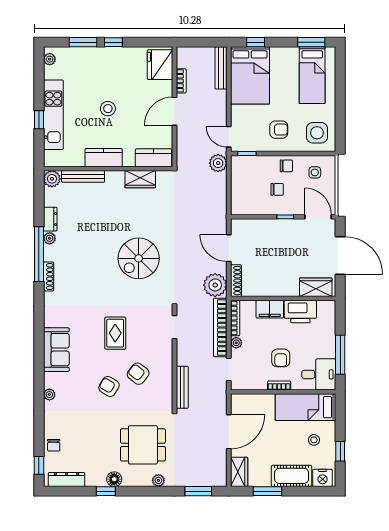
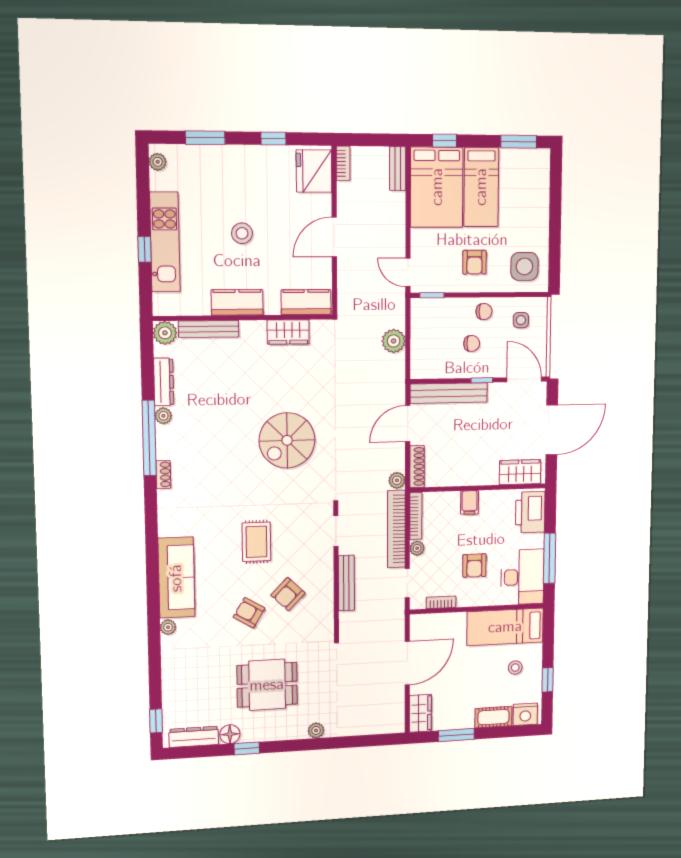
window: (113, 42) -> (273, 139), moved
bench: (221, 68) -> (398, 169), width x0.73
bed: (312, 75) -> (481, 187), moved
bookcase: (181, 81) -> (343, 163), moved
armchair: (279, 130) -> (474, 262), turned 90
plant: (218, 163) -> (394, 341), moved
dresser: (50, 219) -> (164, 382), width x1.44
bench: (260, 226) -> (449, 393), added
door: (229, 248) -> (408, 424), hinge flipped
door: (340, 255) -> (552, 430), hinge flipped
shoe rack: (49, 277) -> (163, 474), width x0.70
plant: (215, 285) -> (397, 480), width x0.53, depth x0.53
filing cabinet: (270, 309) -> (470, 502), width x0.50
printer: (300, 312) -> (530, 512), moved, turned 90
sofa: (56, 350) -> (176, 578), width x1.36
armchair: (138, 374) -> (288, 594), turned -84
desk: (319, 374) -> (522, 577), width x1.37
bookcase: (279, 385) -> (441, 602), moved
bench: (182, 387) -> (346, 583), moved
chair: (54, 445) -> (175, 694), removed
dining table: (143, 445) -> (267, 685), moved
cot: (292, 476) -> (493, 717), width x0.73, depth x0.75
floor lamp: (114, 479) -> (230, 734), moved
window: (198, 491) -> (368, 741), removed

